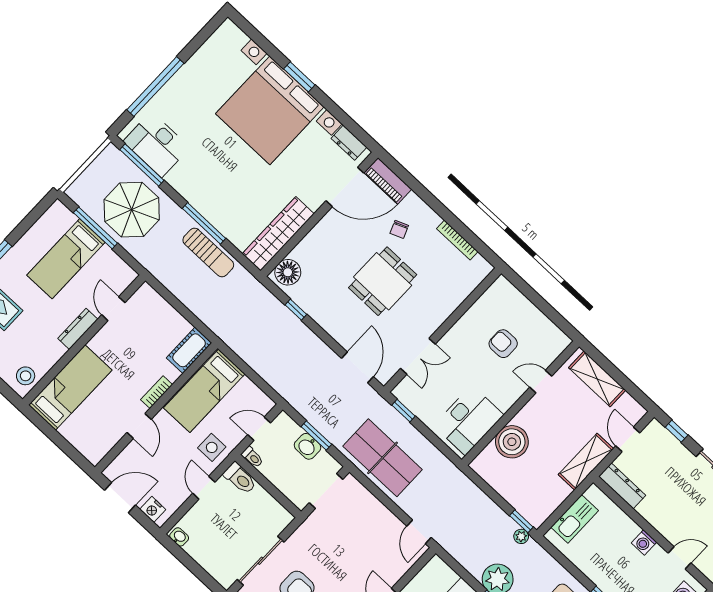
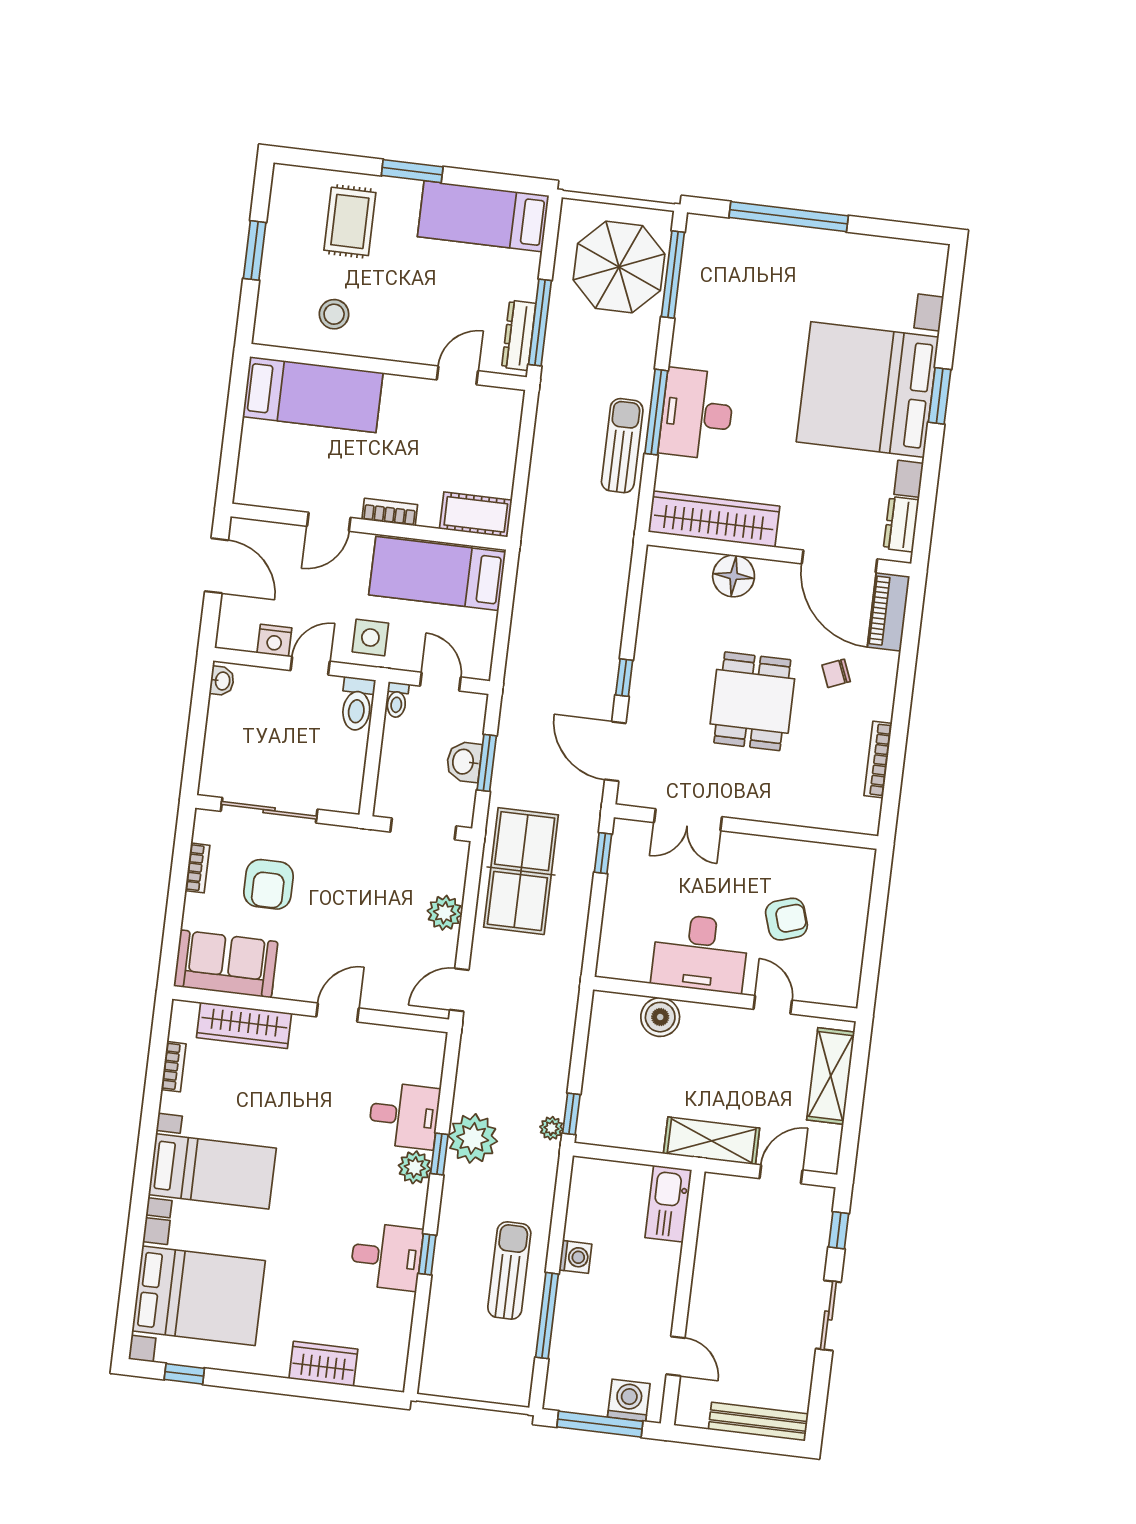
desk: (156, 144) -> (697, 414), moved
parasol: (132, 210) -> (619, 267), moved
window: (95, 228) -> (540, 322), moved
sun lounger: (208, 253) -> (622, 446), turned 180
bed: (66, 259) -> (483, 216), moved
floor lamp: (288, 272) -> (734, 576), moved
dining table: (383, 281) -> (752, 701), turned 90
window: (296, 310) -> (624, 678), moved
dresser: (78, 329) -> (519, 335), moved, turned -90
armchair: (503, 344) -> (786, 919), turned 72
door: (357, 367) -> (615, 751), swing flipped
stool: (26, 376) -> (334, 314), moved
desk: (469, 420) -> (700, 953), moved
boiler: (512, 442) -> (660, 1017), width x0.73, depth x0.73
dresser: (622, 486) -> (715, 1212), removed
nightstand: (153, 509) -> (274, 640), moved, turned -90
plant: (375, 511) -> (445, 913), added
kitchen sink: (575, 519) -> (668, 1204), moved, turned 90
washing machine: (644, 542) -> (575, 1257), moved, turned 180

